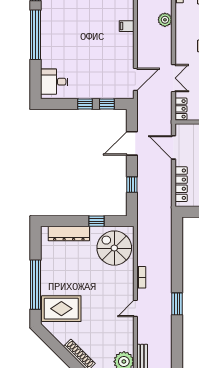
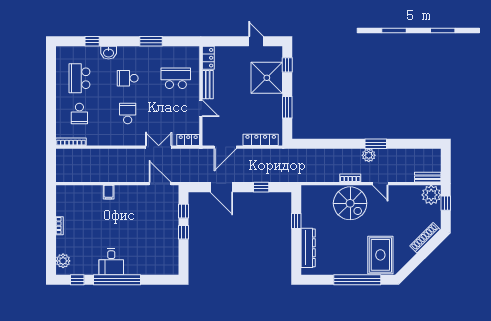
plant: (165, 20) -> (369, 155), moved
desk: (54, 82) -> (111, 262), moved
spiral stairs: (114, 248) -> (350, 203), moved, turned -90

